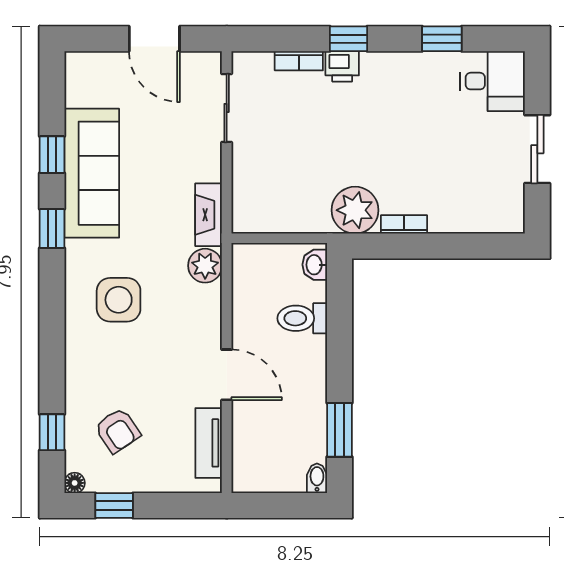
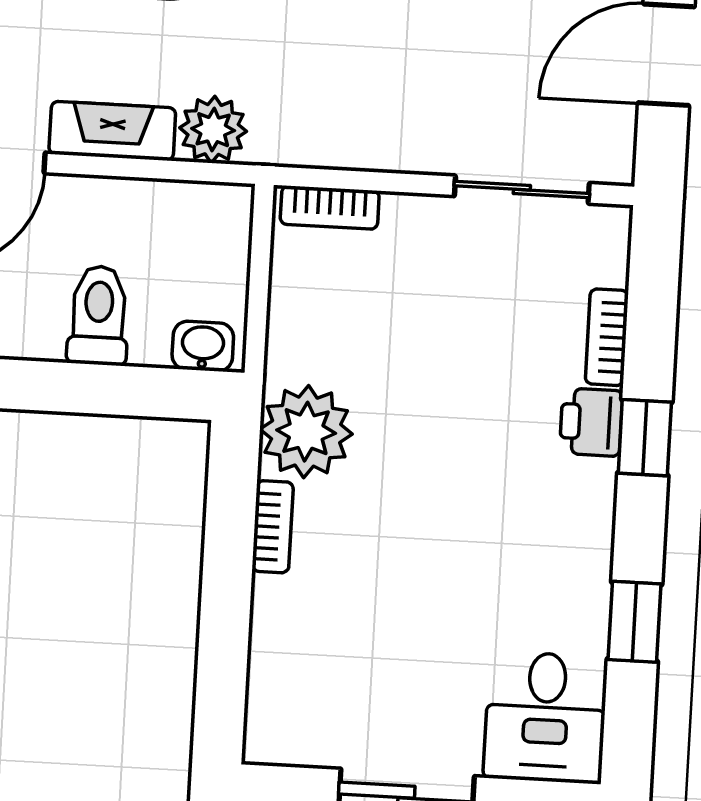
bookcase: (241, 205) -> (330, 207), added
fireplace: (209, 215) -> (112, 131), moved

